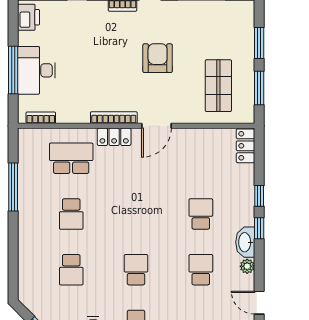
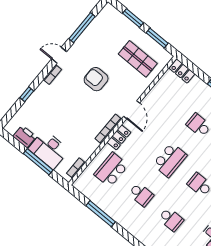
printer: (28, 17) -> (25, 137), moved
school desk: (136, 214) -> (170, 160), added

